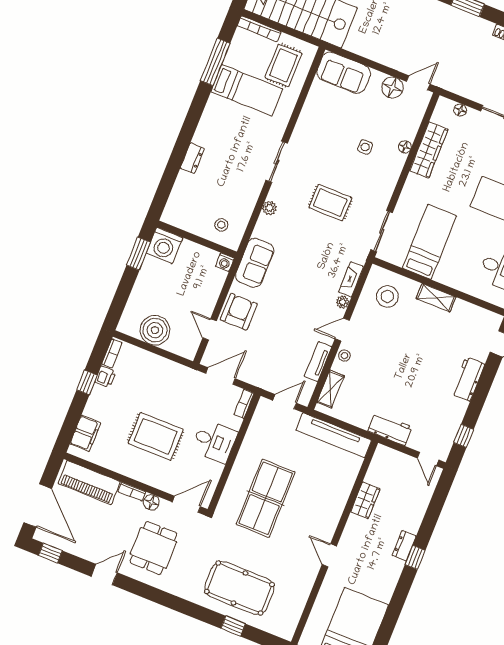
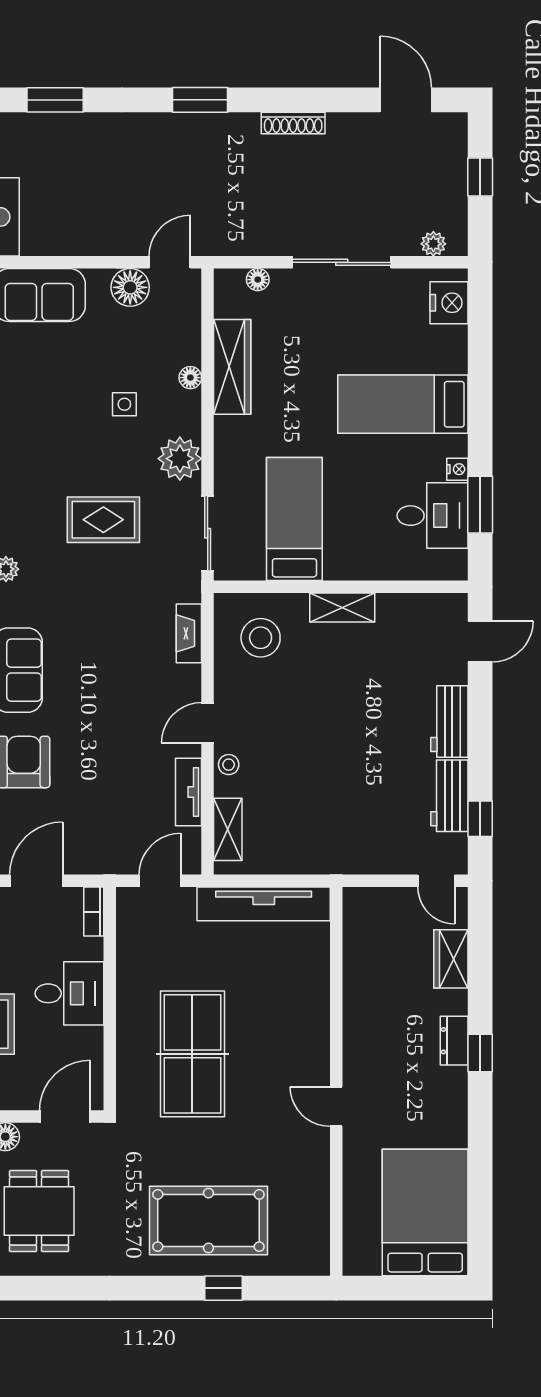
plant: (343, 302) -> (180, 459), moved, width x1.88, depth x1.88
workbench: (390, 429) -> (449, 796), moved, turned -90
wardrobe: (365, 500) -> (451, 959), moved, turned 180

